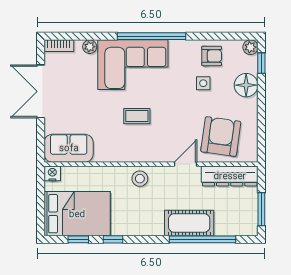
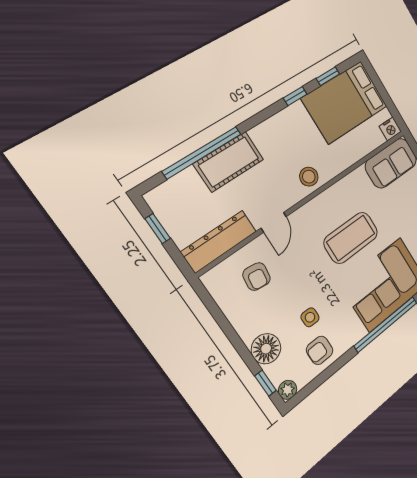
coffee table: (137, 116) -> (351, 238), width x1.86, depth x1.72
armchair: (221, 137) -> (257, 277), width x0.53, depth x0.53
window: (261, 209) -> (158, 229), width x0.67

